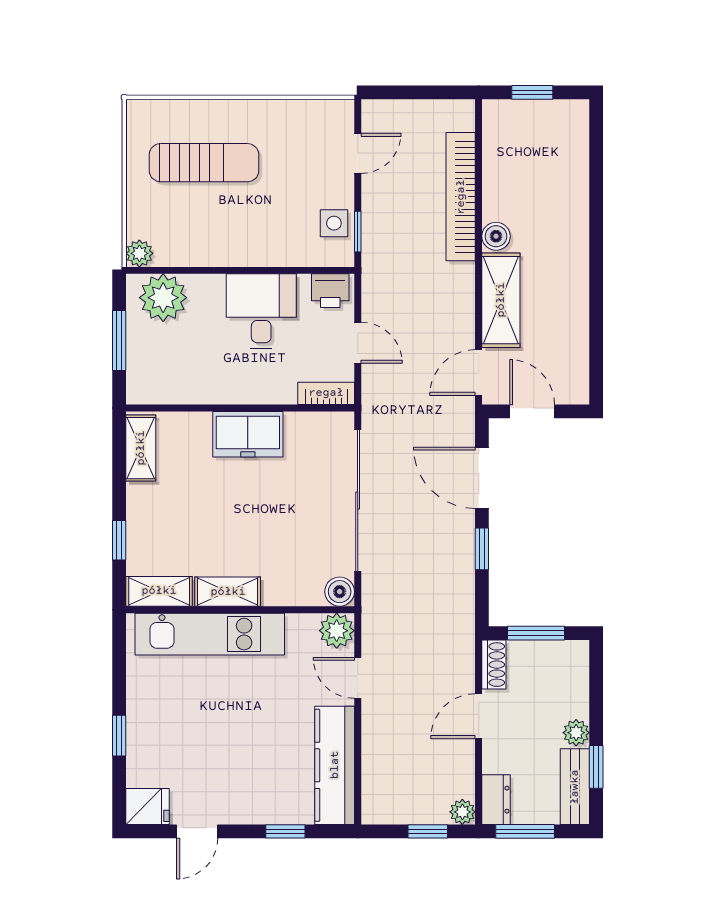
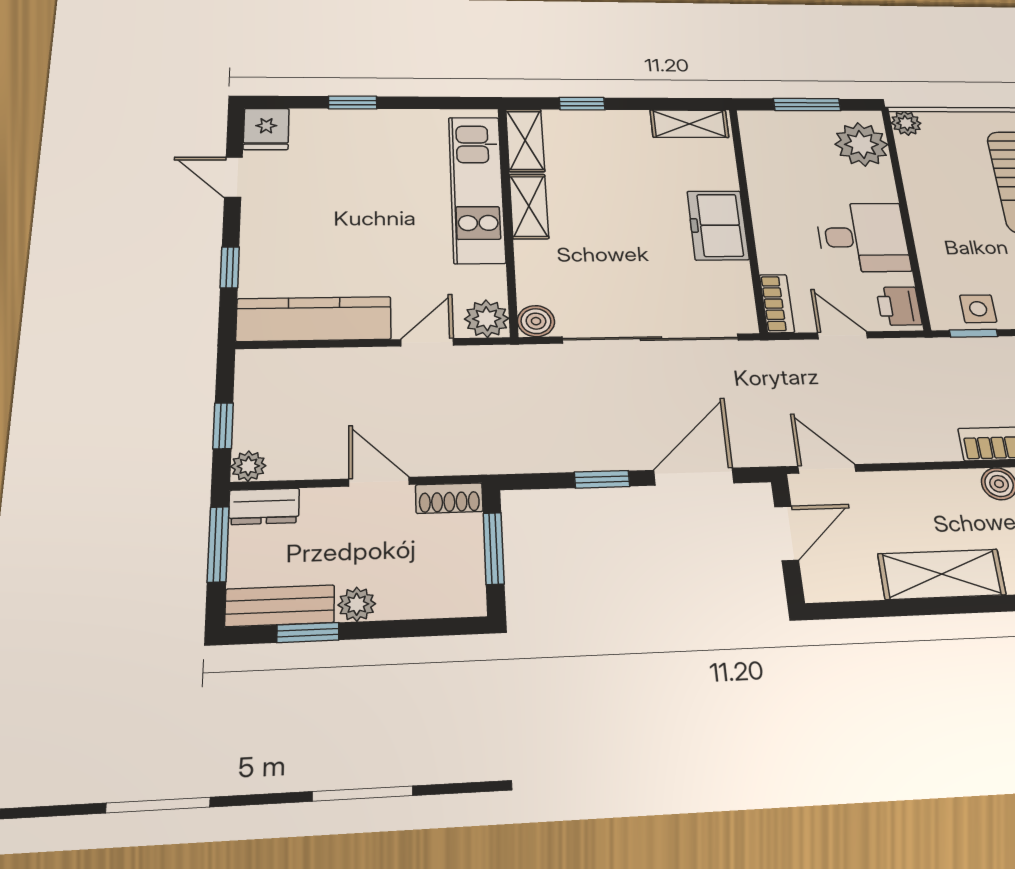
shelving: (501, 300) -> (942, 574), moved
door: (358, 343) -> (843, 335), swing flipped

